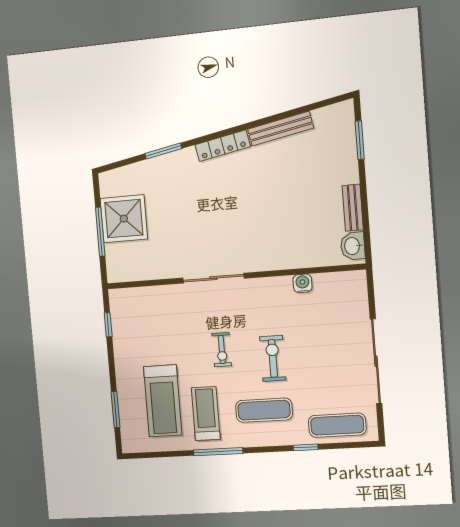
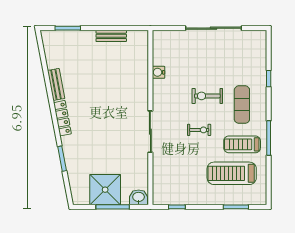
bench: (281, 129) -> (56, 84), width x0.73
washbasin: (353, 246) -> (139, 197), moved, turned 180
treadmill: (163, 401) -> (232, 173), turned 180
exercise mat: (337, 425) -> (255, 57), removed

